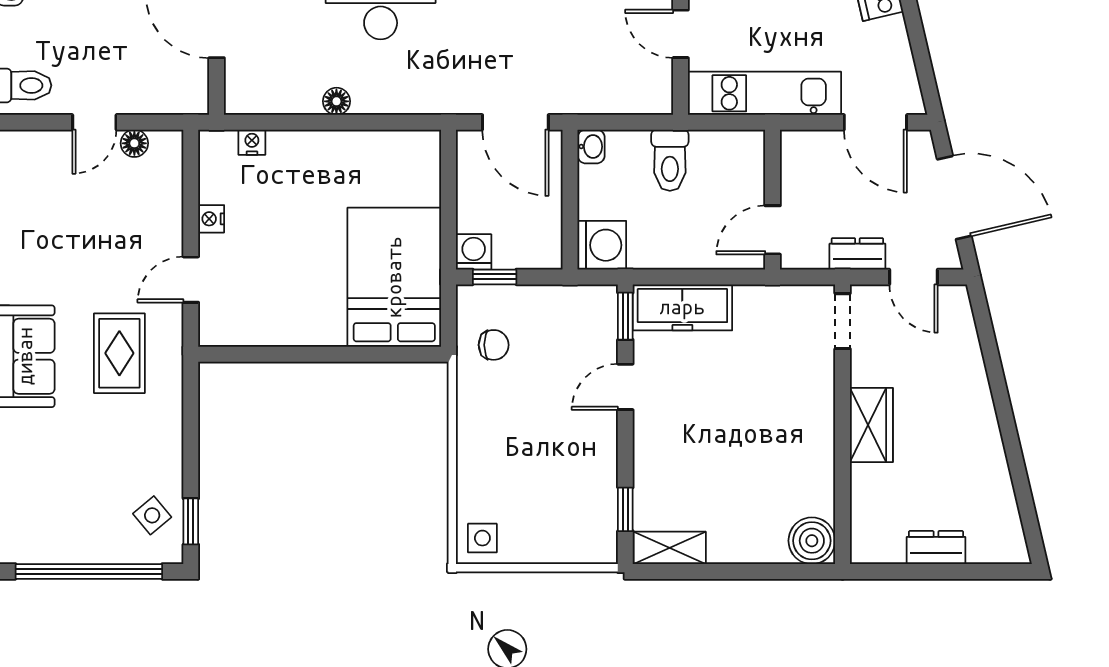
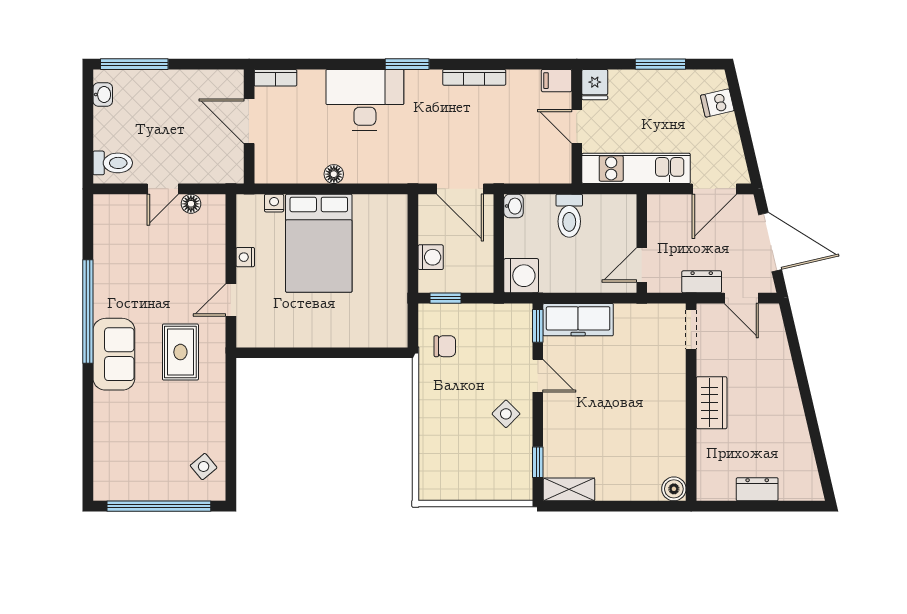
door: (875, 122) -> (714, 189), hinge flipped
washing machine: (474, 252) -> (431, 257), moved, turned 90
bed: (394, 277) -> (319, 243), moved, turned 180
door: (625, 387) -> (538, 376), swing flipped
window: (191, 521) -> (231, 471), removed
side table: (482, 538) -> (506, 414), moved, turned 45
boiler: (812, 541) -> (674, 489), width x0.73, depth x0.73

